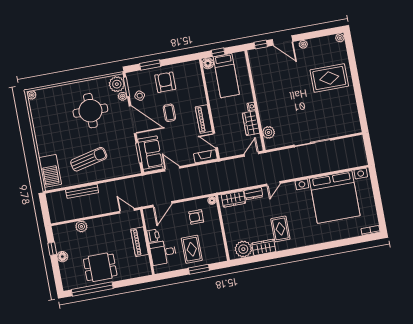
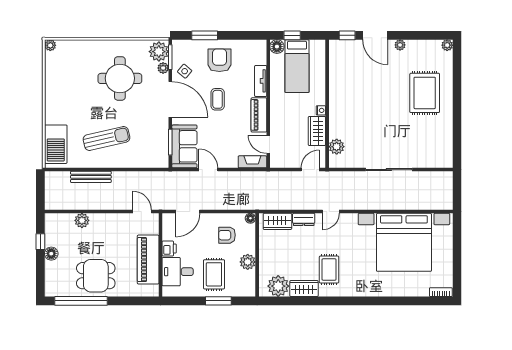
rug: (329, 78) -> (425, 93), turned 90
tv unit: (200, 92) -> (261, 81), added
plant: (216, 235) -> (248, 262), added
piano: (140, 242) -> (148, 260), width x1.37, depth x1.33

